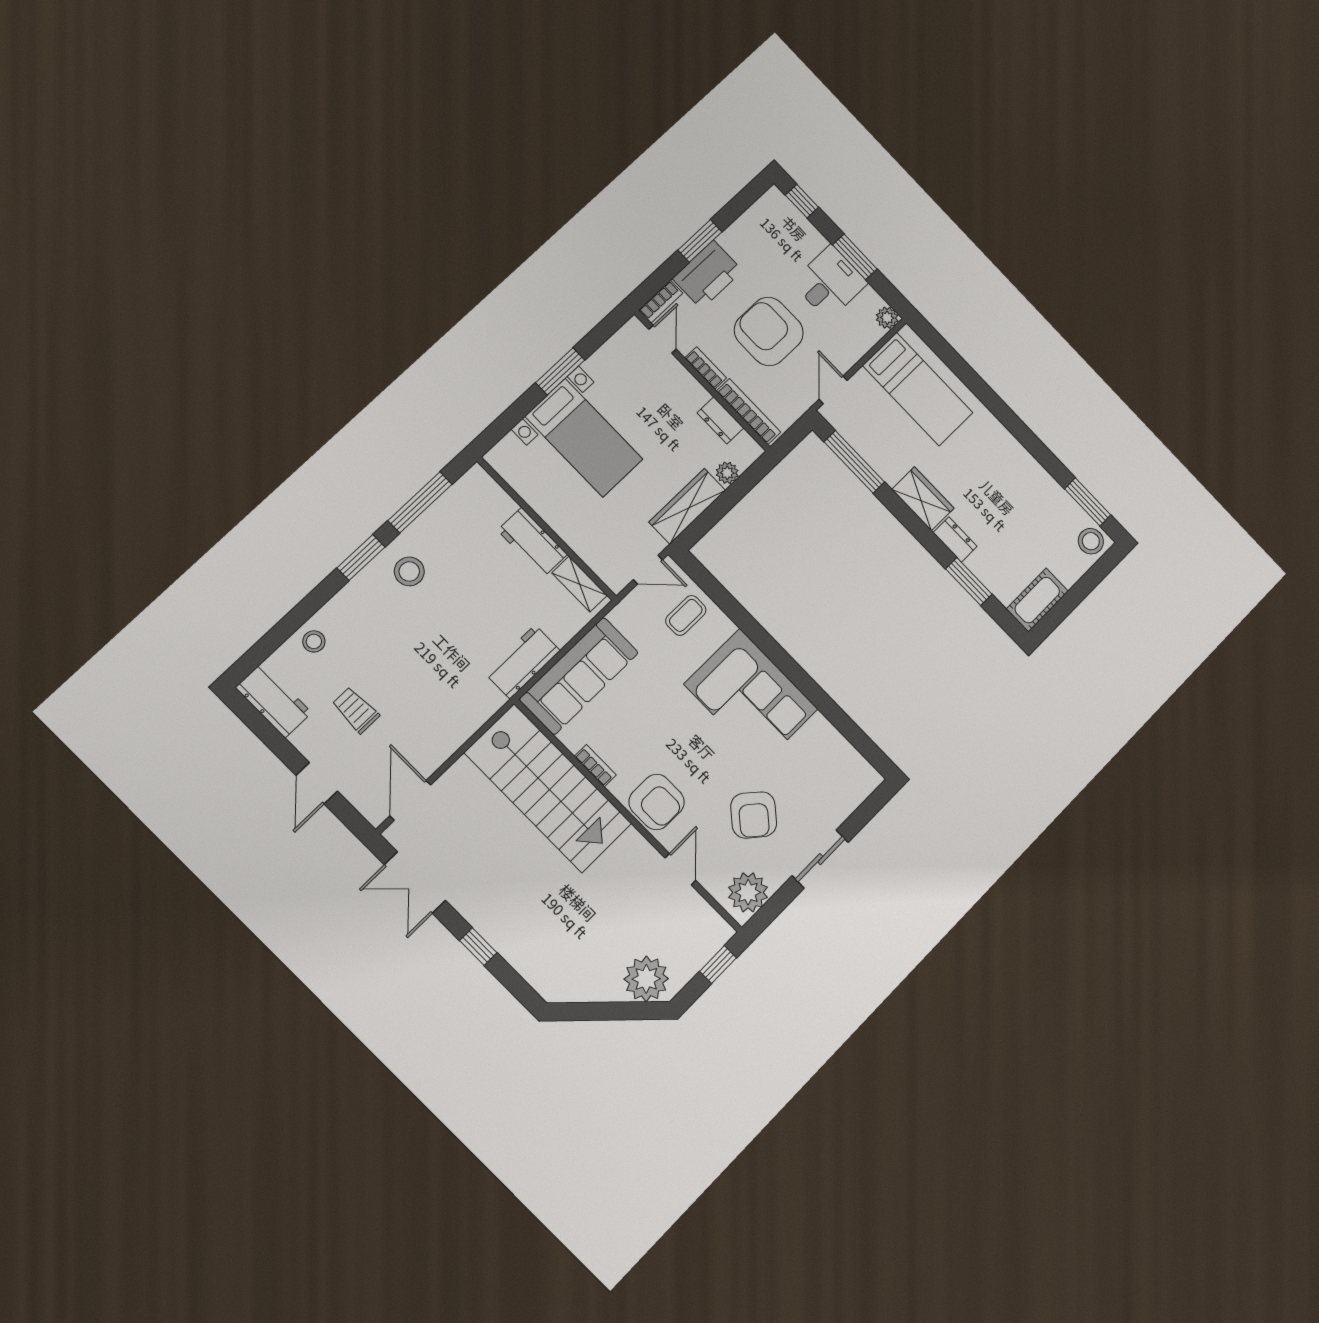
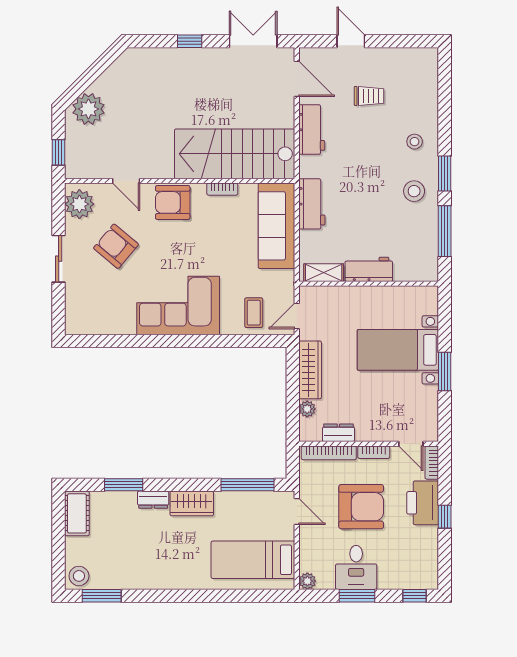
window: (700, 241) -> (445, 517), width x0.67
stool: (314, 641) -> (415, 142), moved
workbench: (273, 700) -> (312, 129), moved, turned -90

